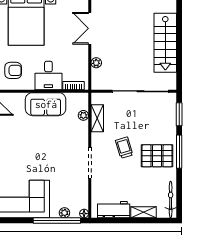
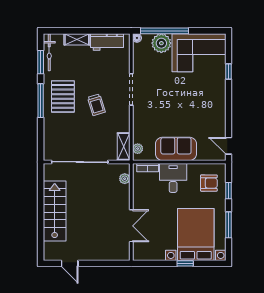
plant: (96, 63) -> (125, 179), moved
armchair: (13, 70) -> (209, 183), turned 180
window: (179, 114) -> (41, 62), moved
plant: (83, 115) -> (138, 149), moved
shelving: (97, 118) -> (124, 146), moved
pallet: (157, 156) -> (63, 96), turned 90
plant: (64, 213) -> (161, 43), width x1.88, depth x1.88

